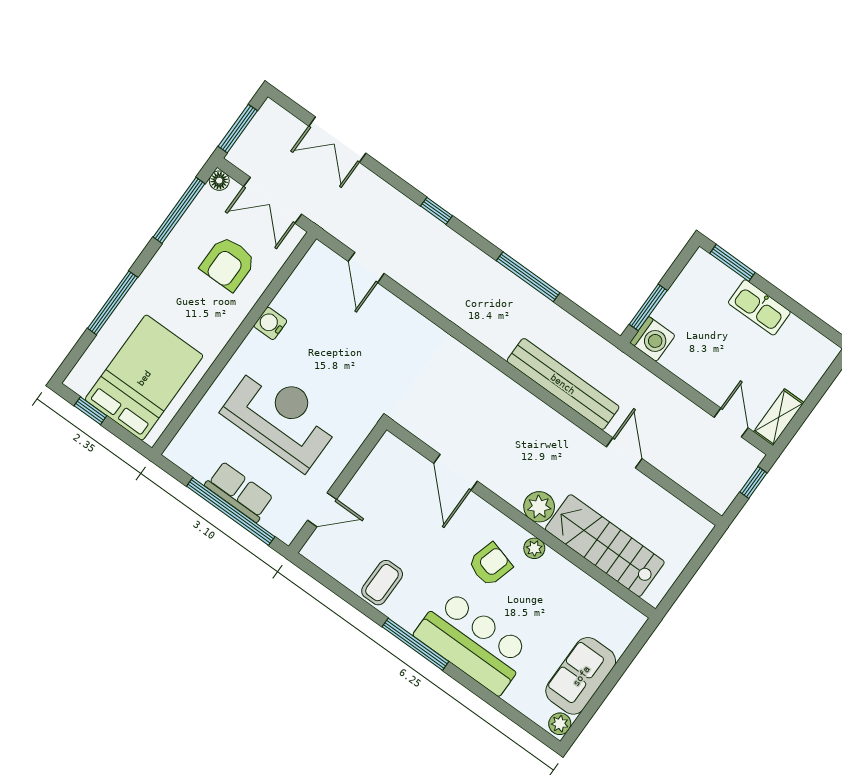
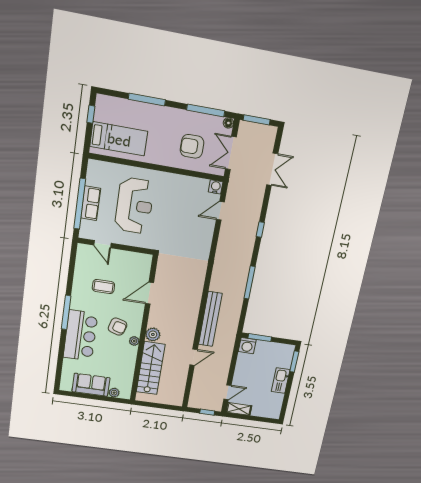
double door: (337, 140) -> (272, 169), swing flipped
water cooler: (270, 323) -> (216, 187), moved
bed: (144, 378) -> (119, 139), width x0.67
coffee table: (382, 583) -> (103, 287), moved
plant: (560, 724) -> (114, 393), moved

